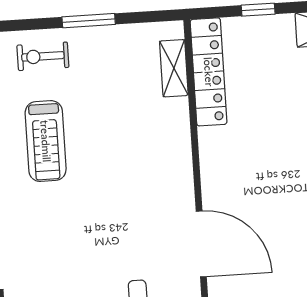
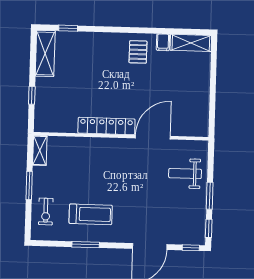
shelving: (174, 68) -> (40, 150), moved, turned 90
locker: (209, 72) -> (106, 126), moved

